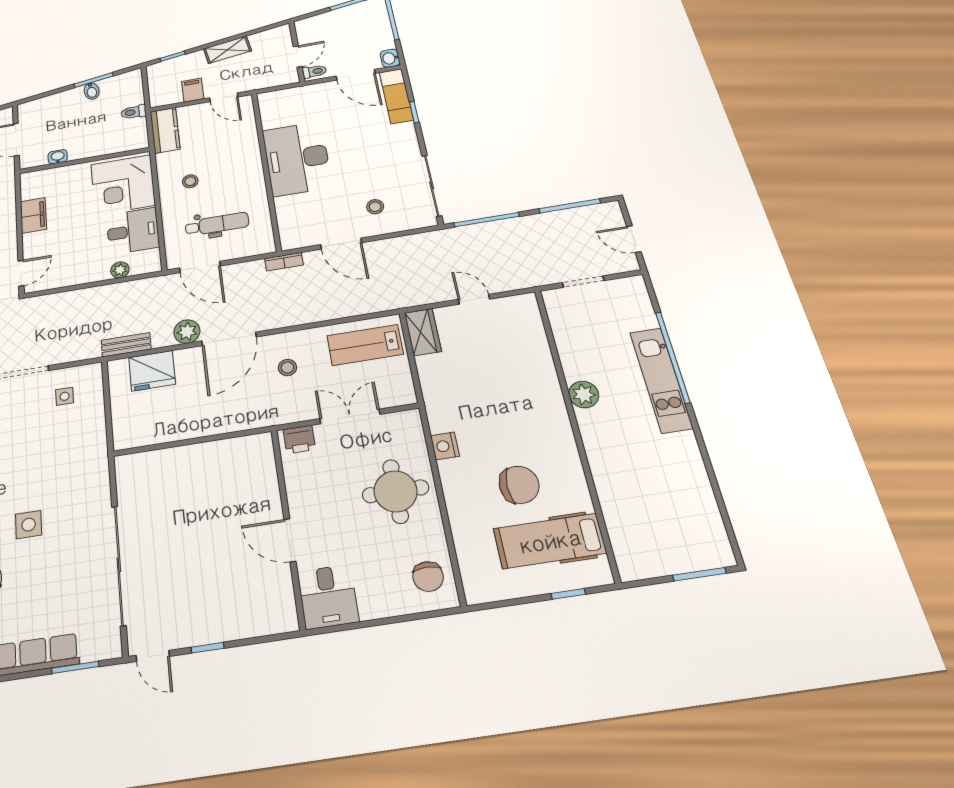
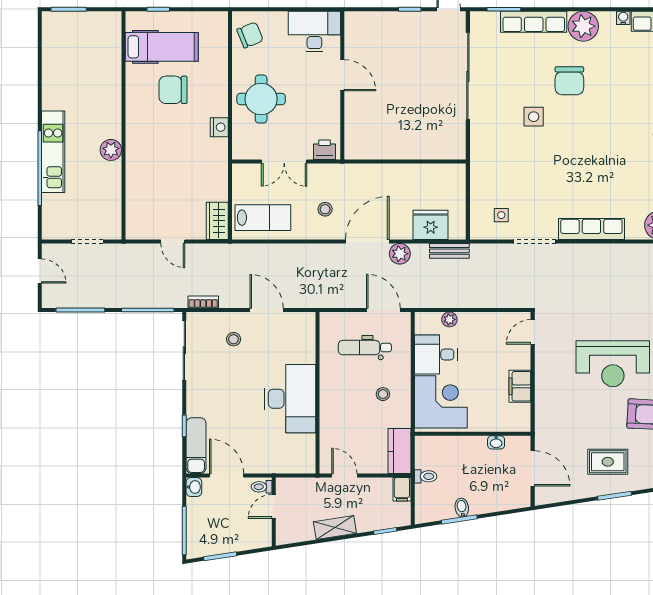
filing cabinet: (193, 90) -> (402, 489), moved
bookcase: (284, 262) -> (203, 302), moved
chair: (428, 577) -> (250, 35), turned 68
desk: (328, 597) -> (314, 32), width x1.37

